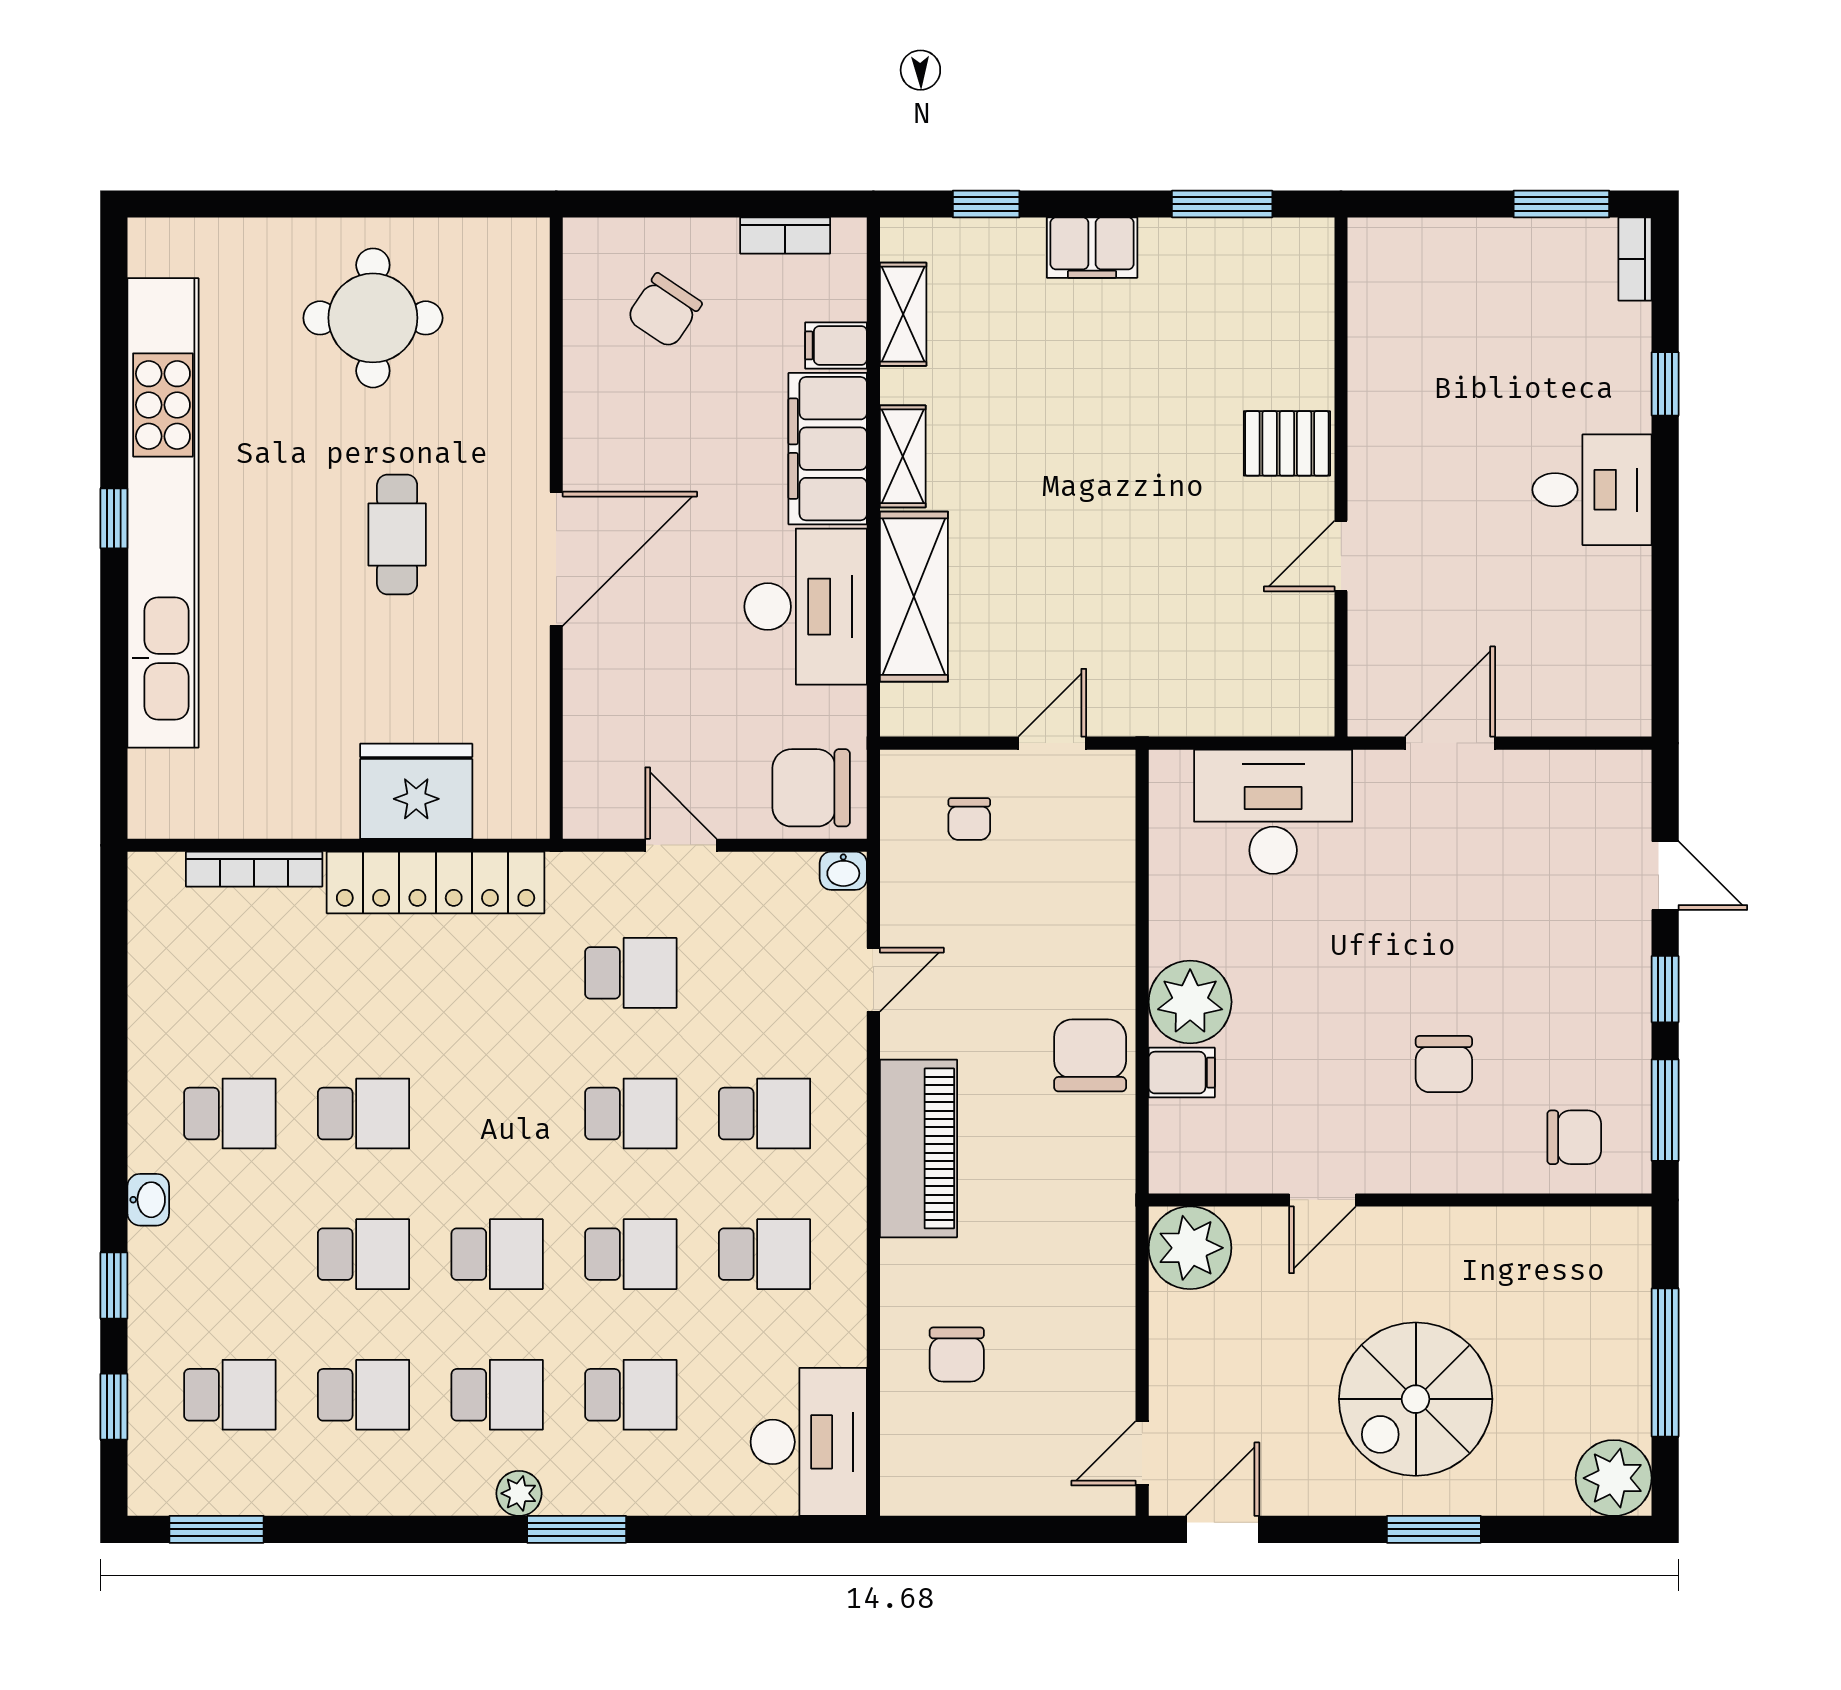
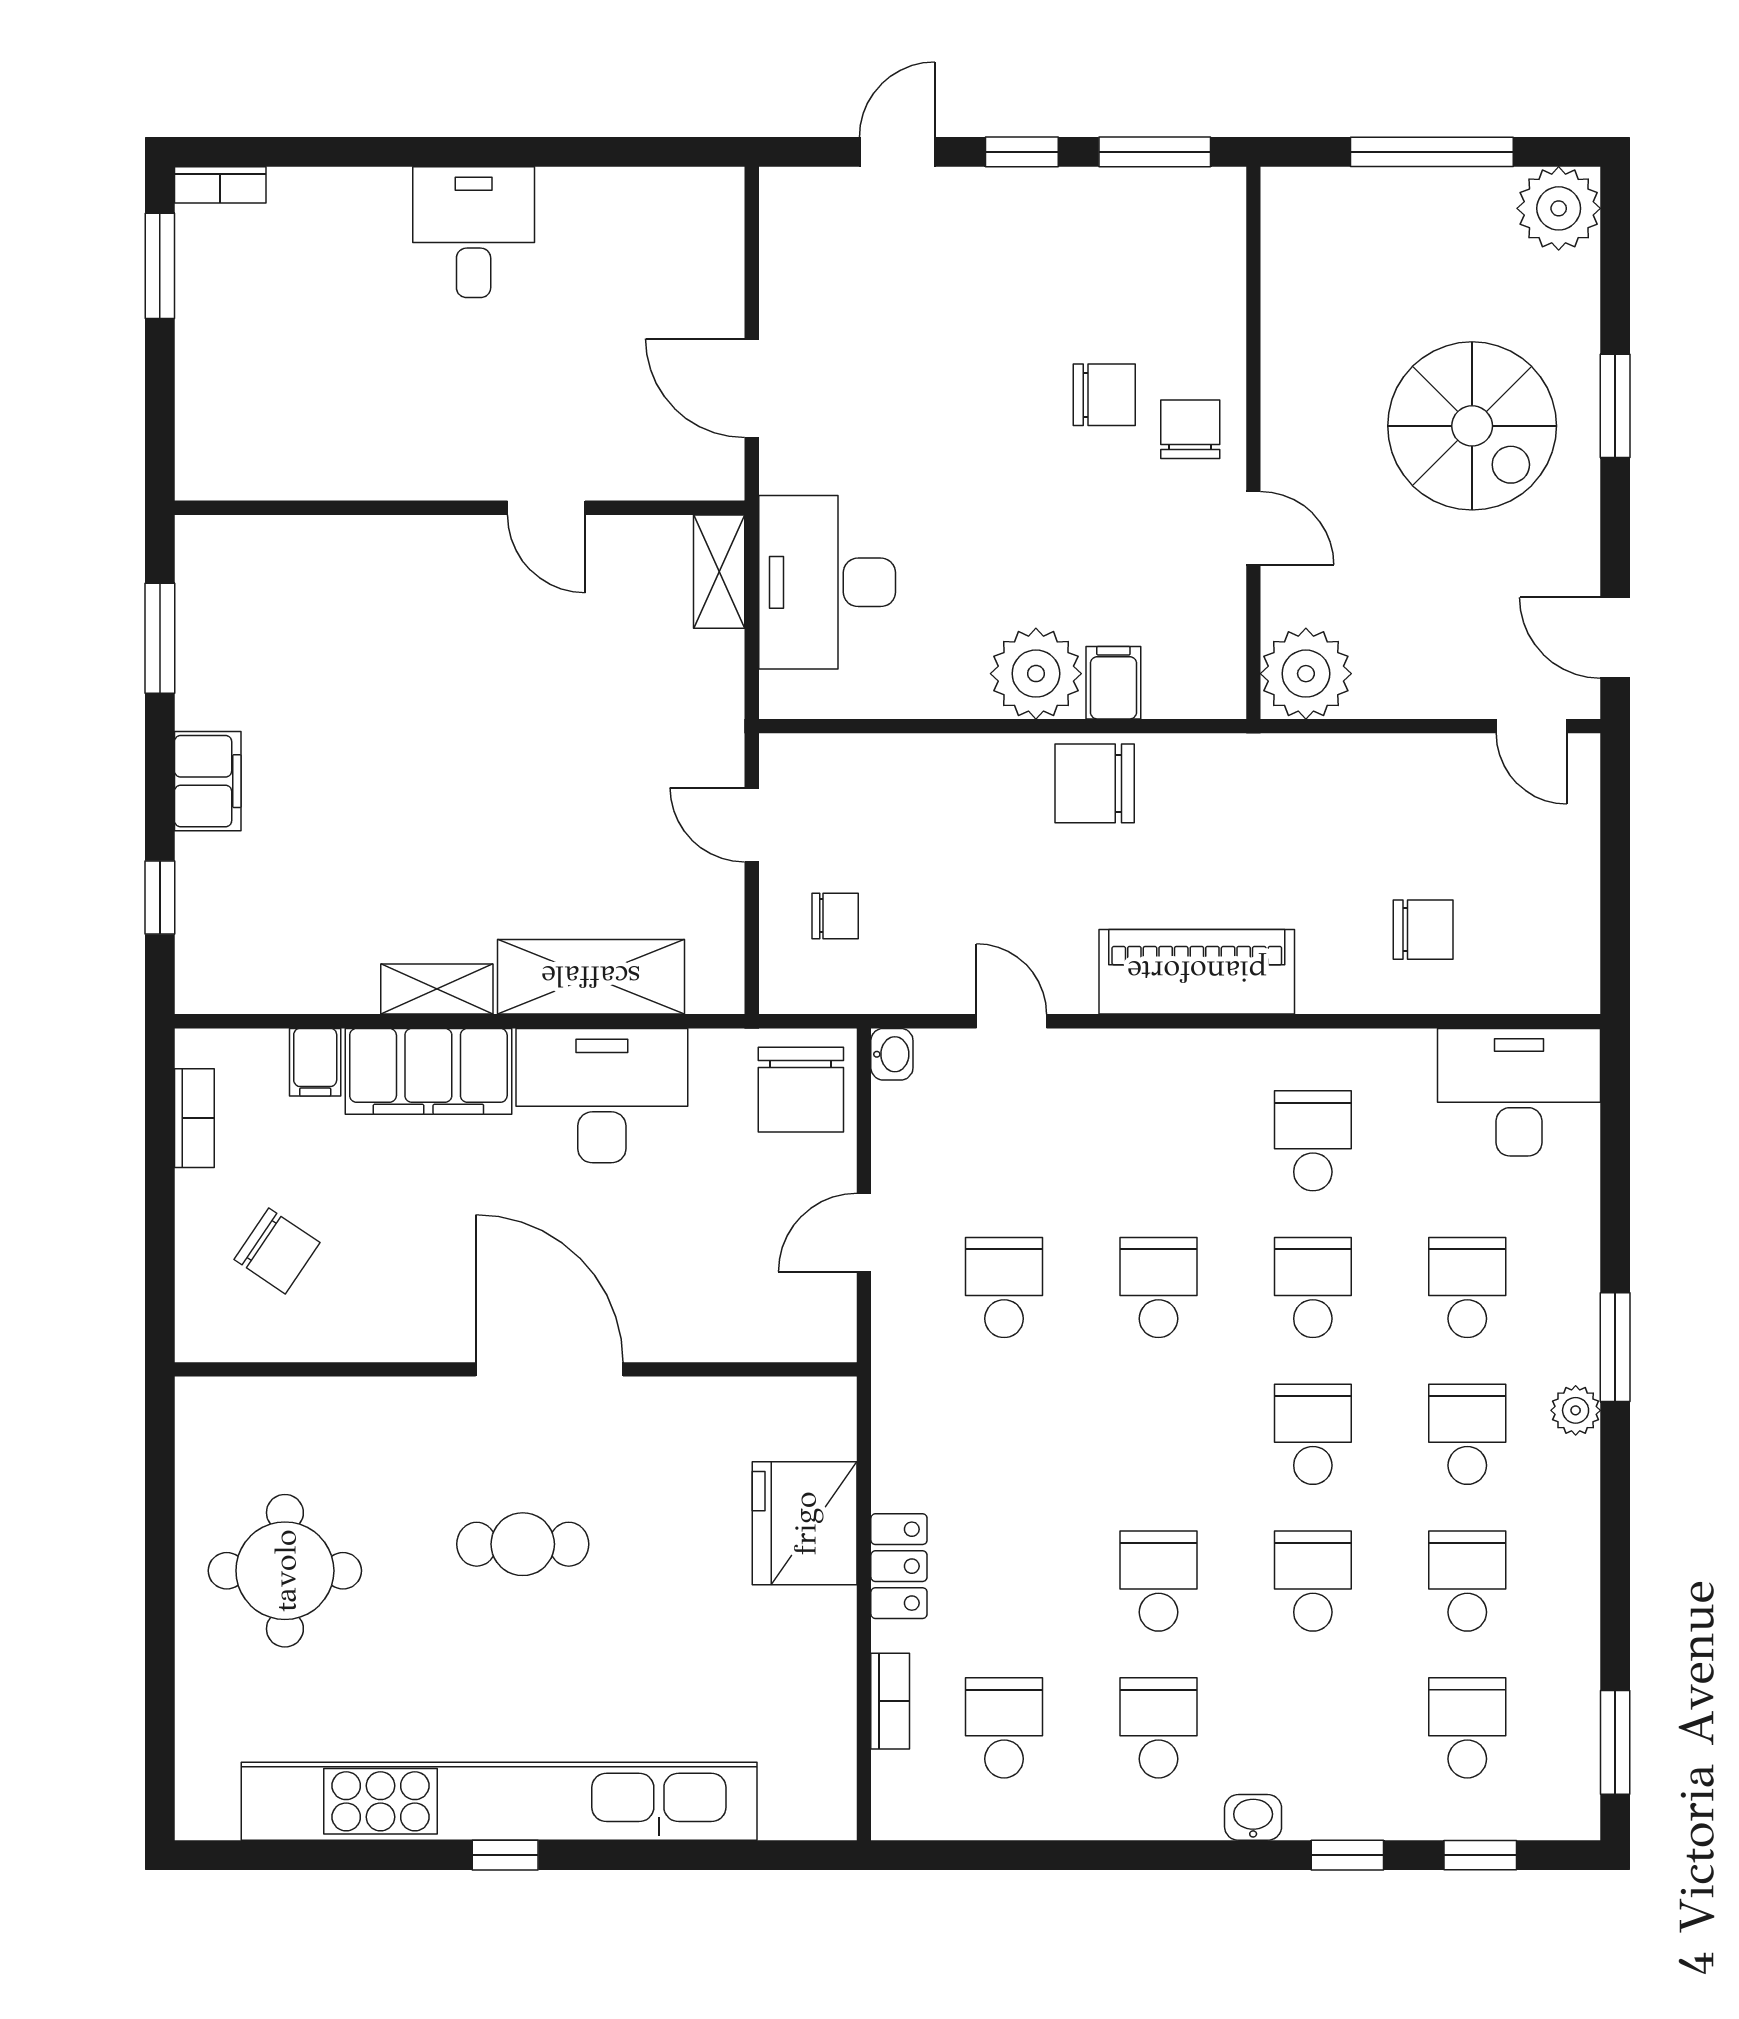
shelving: (903, 314) -> (719, 572), moved, turned 90
window: (1665, 384) -> (357, 152), removed
pallet: (1287, 443) -> (423, 567), removed
bookcase: (254, 869) -> (890, 1701), width x0.64
locker: (436, 882) -> (899, 1566), width x0.46, depth x0.83
school desk: (764, 1114) -> (1004, 1728), moved
chair: (1574, 1137) -> (1190, 429), moved

